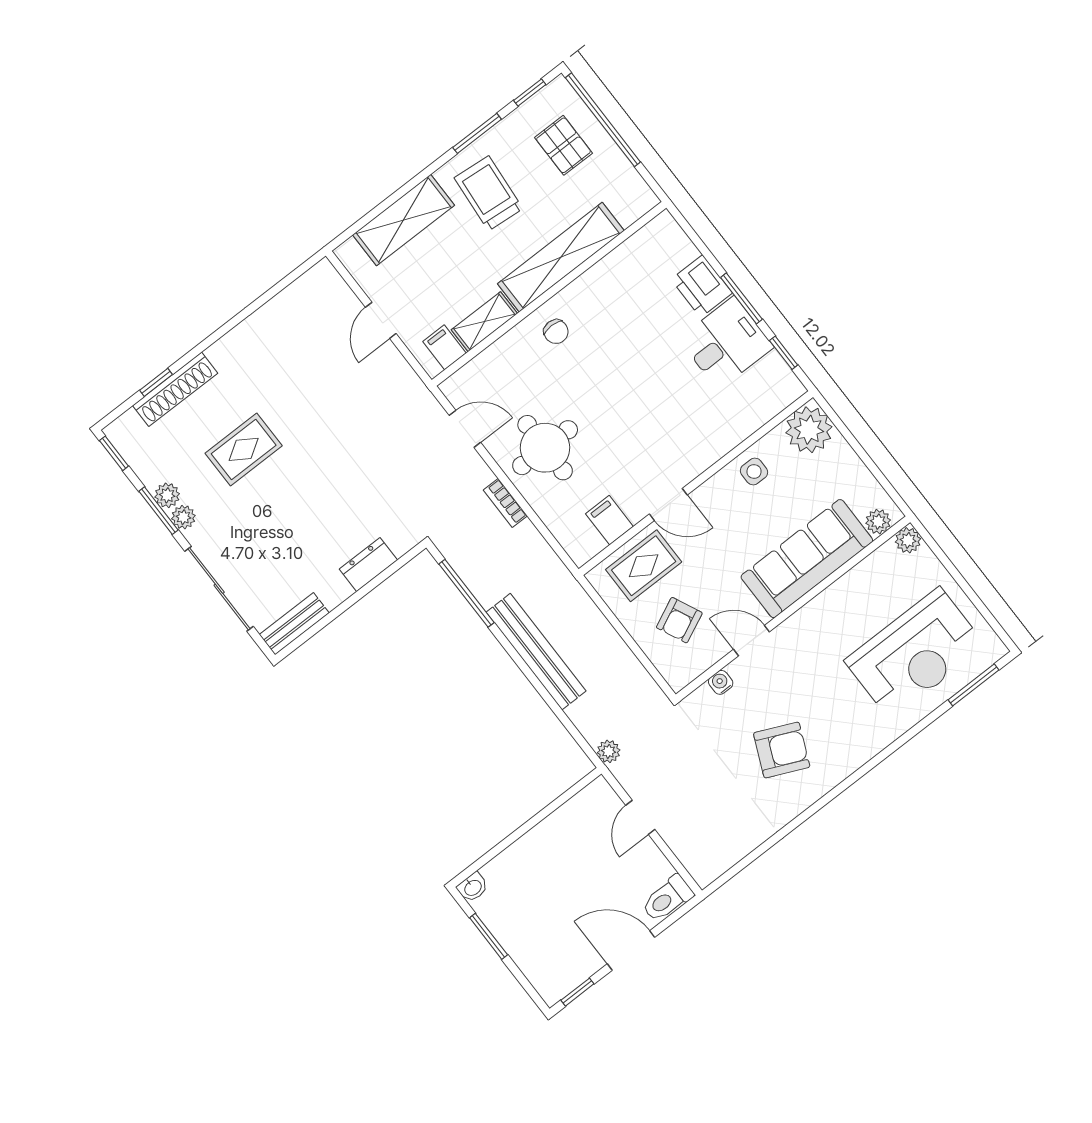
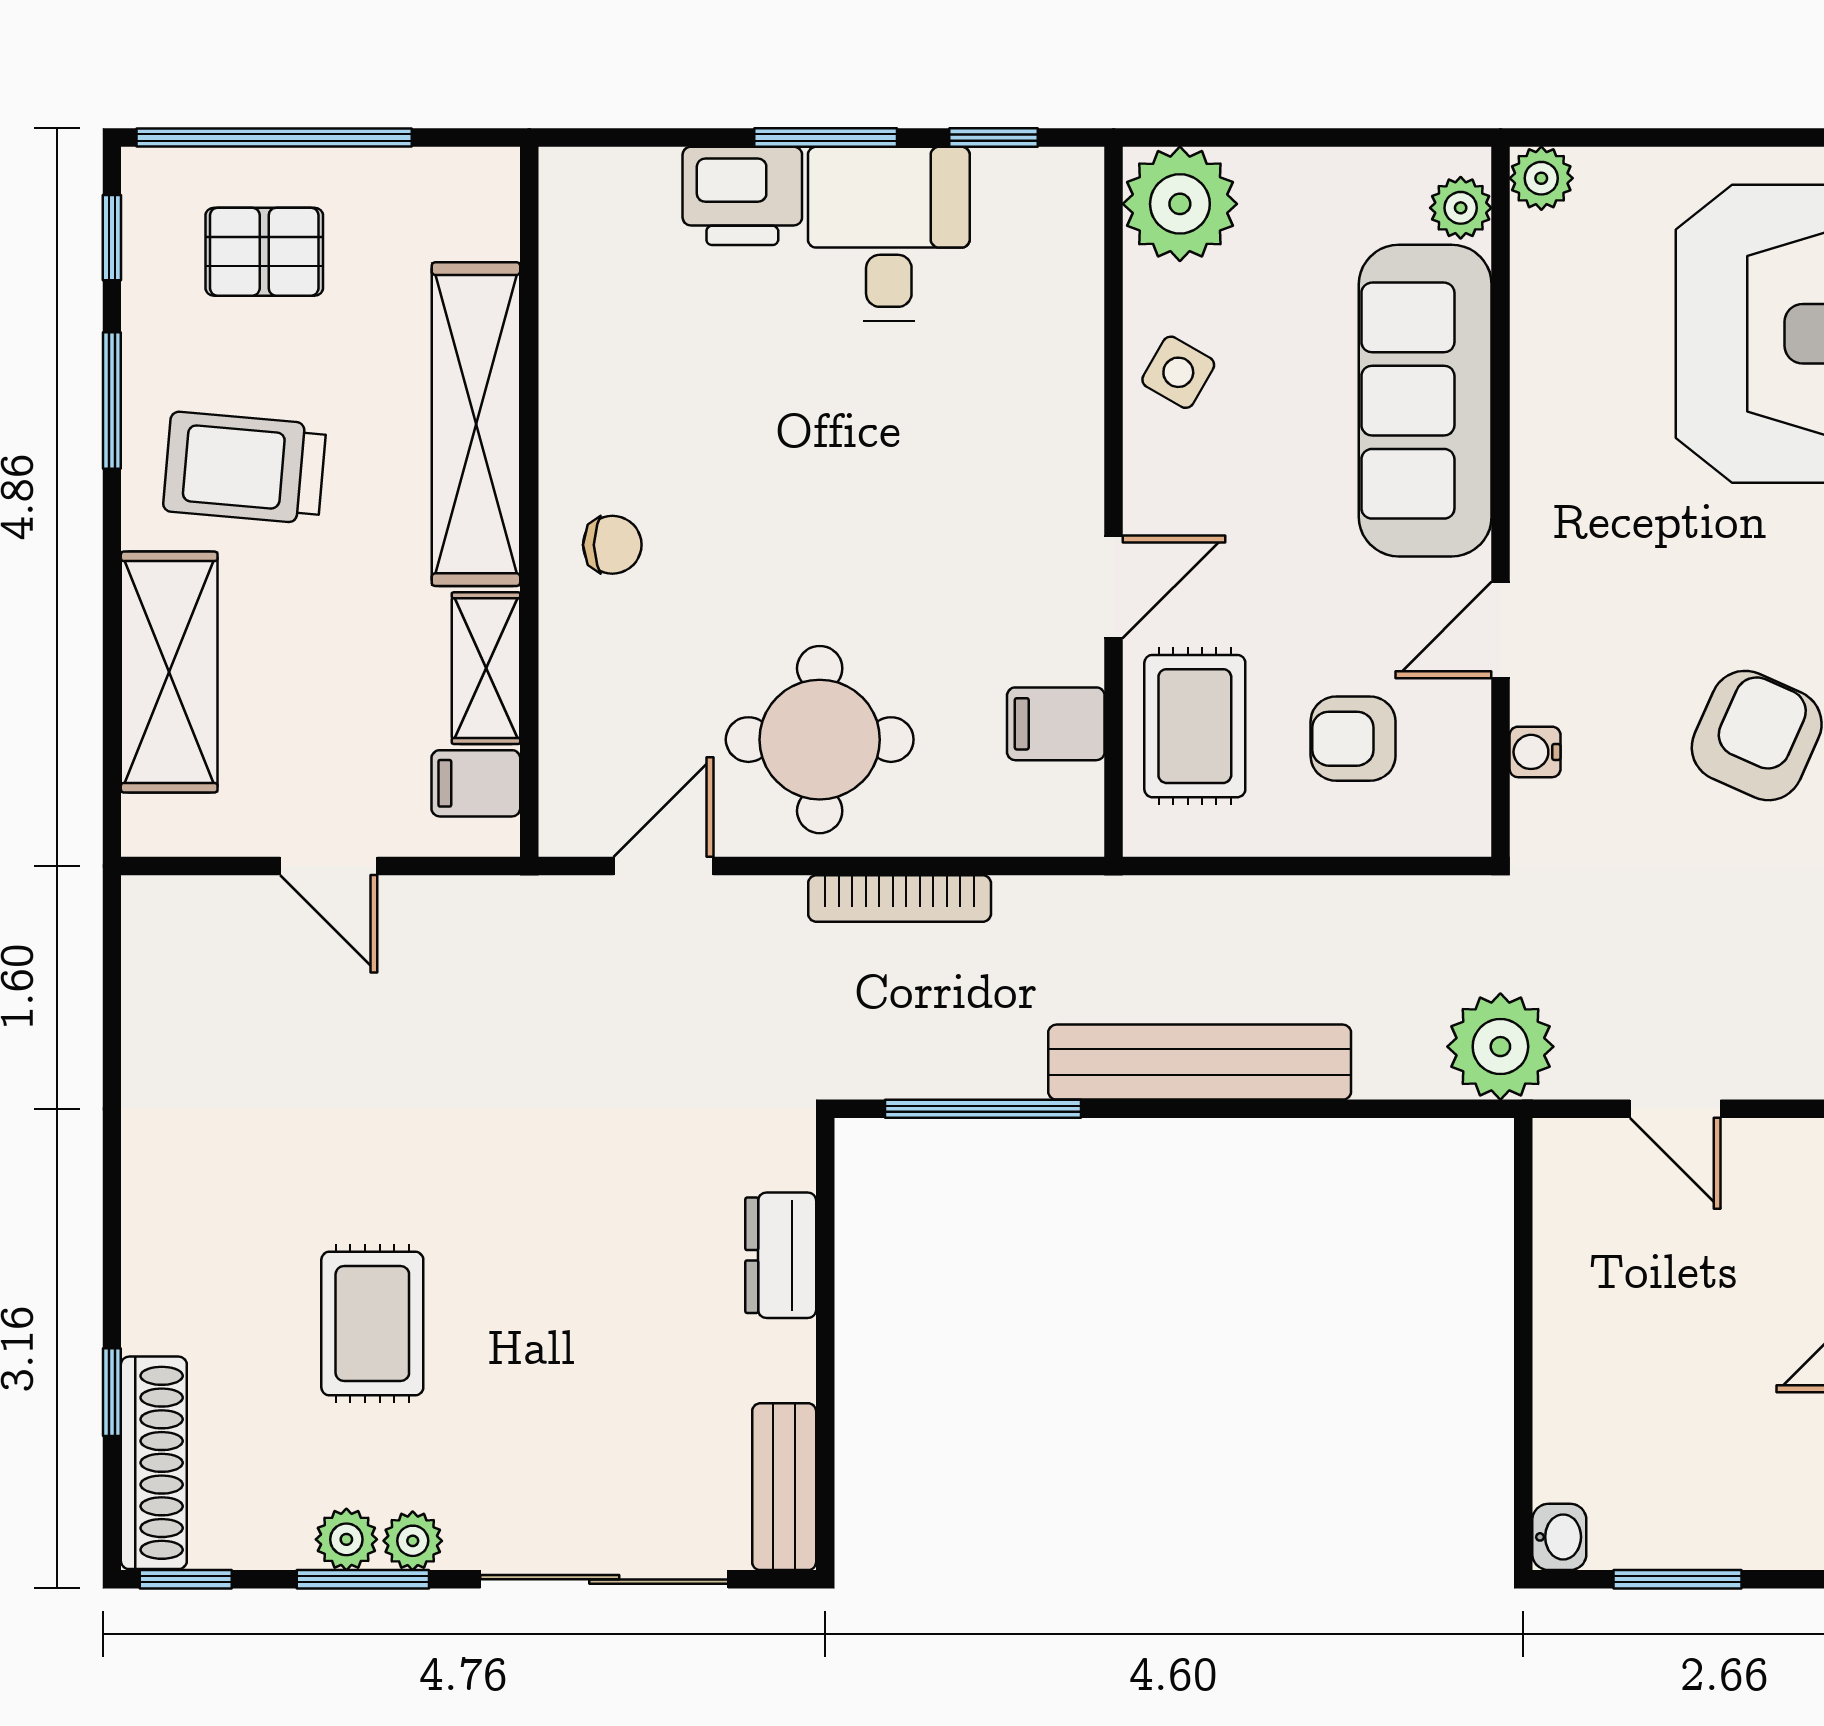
shoe rack: (175, 389) -> (154, 1463), moved
side table: (754, 472) -> (1178, 372), turned 30
bookcase: (505, 503) -> (900, 898), width x1.56
armchair: (679, 620) -> (1353, 739), turned 115
plant: (609, 751) -> (1500, 1047), width x1.87, depth x1.87

